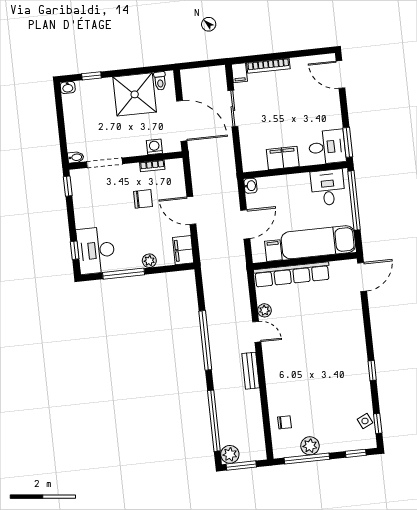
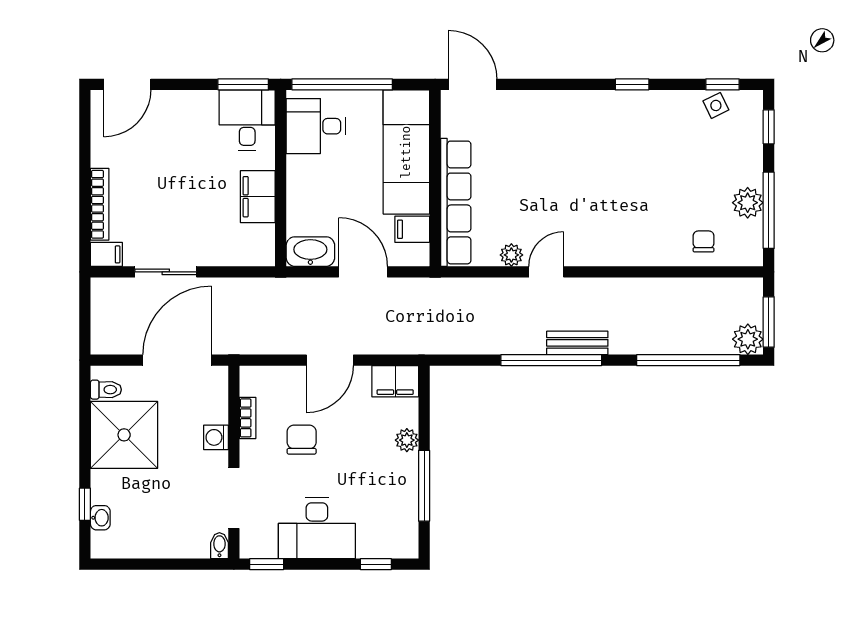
washbasin: (68, 87) -> (100, 518), moved
washing machine: (154, 147) -> (216, 437), moved
washbasin: (250, 186) -> (310, 252), width x1.91, depth x1.45
desk: (96, 250) -> (317, 528), moved
bench: (251, 371) -> (577, 343), moved

